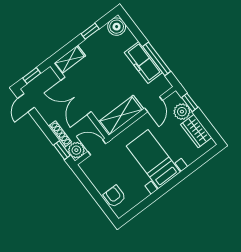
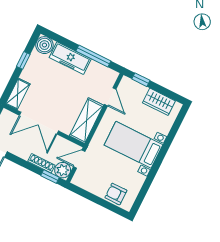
freezer: (143, 63) -> (70, 58), moved
plant: (182, 112) -> (138, 91), removed

